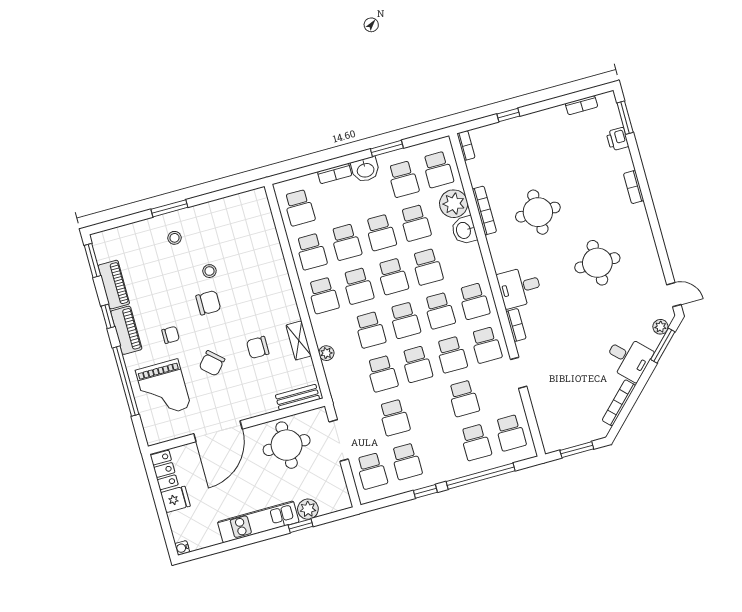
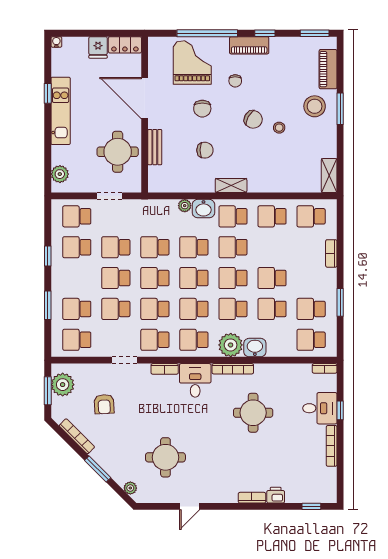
bookcase: (581, 105) -> (332, 446), moved, width x1.56
window: (625, 118) -> (311, 506), width x0.67
printer: (617, 139) -> (276, 495), moved
washbasin: (365, 170) -> (203, 209), moved, turned -90
shelving: (248, 200) -> (329, 176), added
plant: (454, 204) -> (231, 345), moved
bookcase: (484, 211) -> (233, 369), moved
stool: (174, 238) -> (315, 106), width x1.89, depth x1.89
school desk: (346, 242) -> (116, 278), moved
round table: (597, 263) -> (165, 457), moved
piano: (114, 285) -> (328, 69), moved, turned 90
door: (674, 295) -> (190, 506), moved
chair: (208, 303) -> (253, 119), turned -61
shelving: (299, 340) -> (231, 186), moved
window: (663, 346) -> (98, 469), moved
chair: (258, 347) -> (205, 150), turned 90
desk: (628, 358) -> (320, 408), moved, turned -135
chair: (212, 363) -> (202, 109), turned -132
armchair: (574, 382) -> (104, 404), added
grand piano: (163, 389) -> (192, 62), turned 90
bench: (298, 397) -> (155, 147), moved
plant: (565, 435) -> (63, 385), added
doorway: (339, 440) -> (110, 196), width x0.73
window: (481, 476) -> (48, 305), width x0.47
plant: (308, 509) -> (60, 174), moved
window: (301, 526) -> (48, 93), moved

